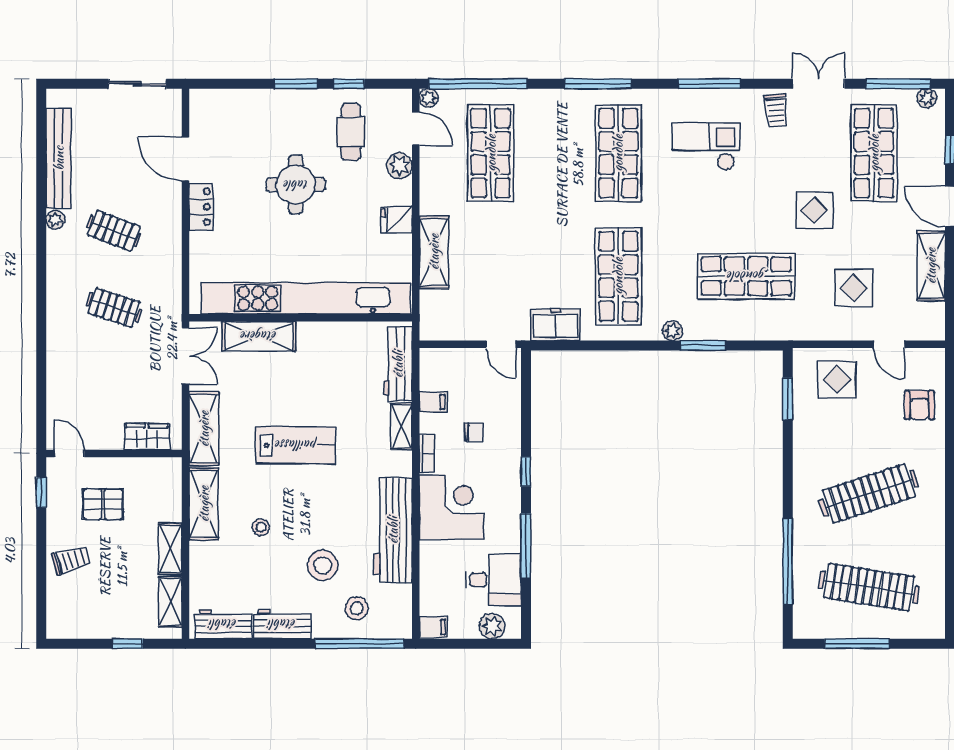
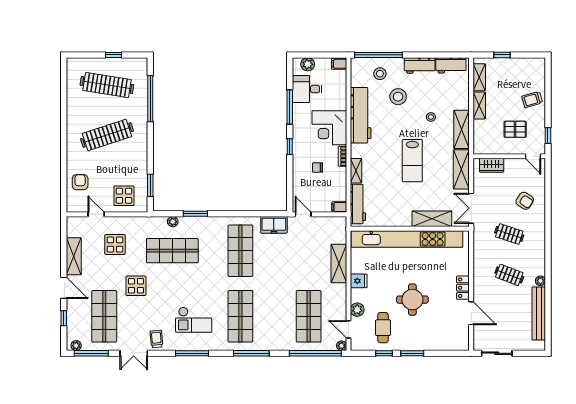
plant: (672, 331) -> (173, 222), moved
armchair: (85, 370) -> (525, 201), added
filing cabinet: (433, 402) -> (339, 207), moved
lab bench: (296, 445) -> (412, 161), turned -90
window: (857, 644) -> (113, 55), width x0.46

